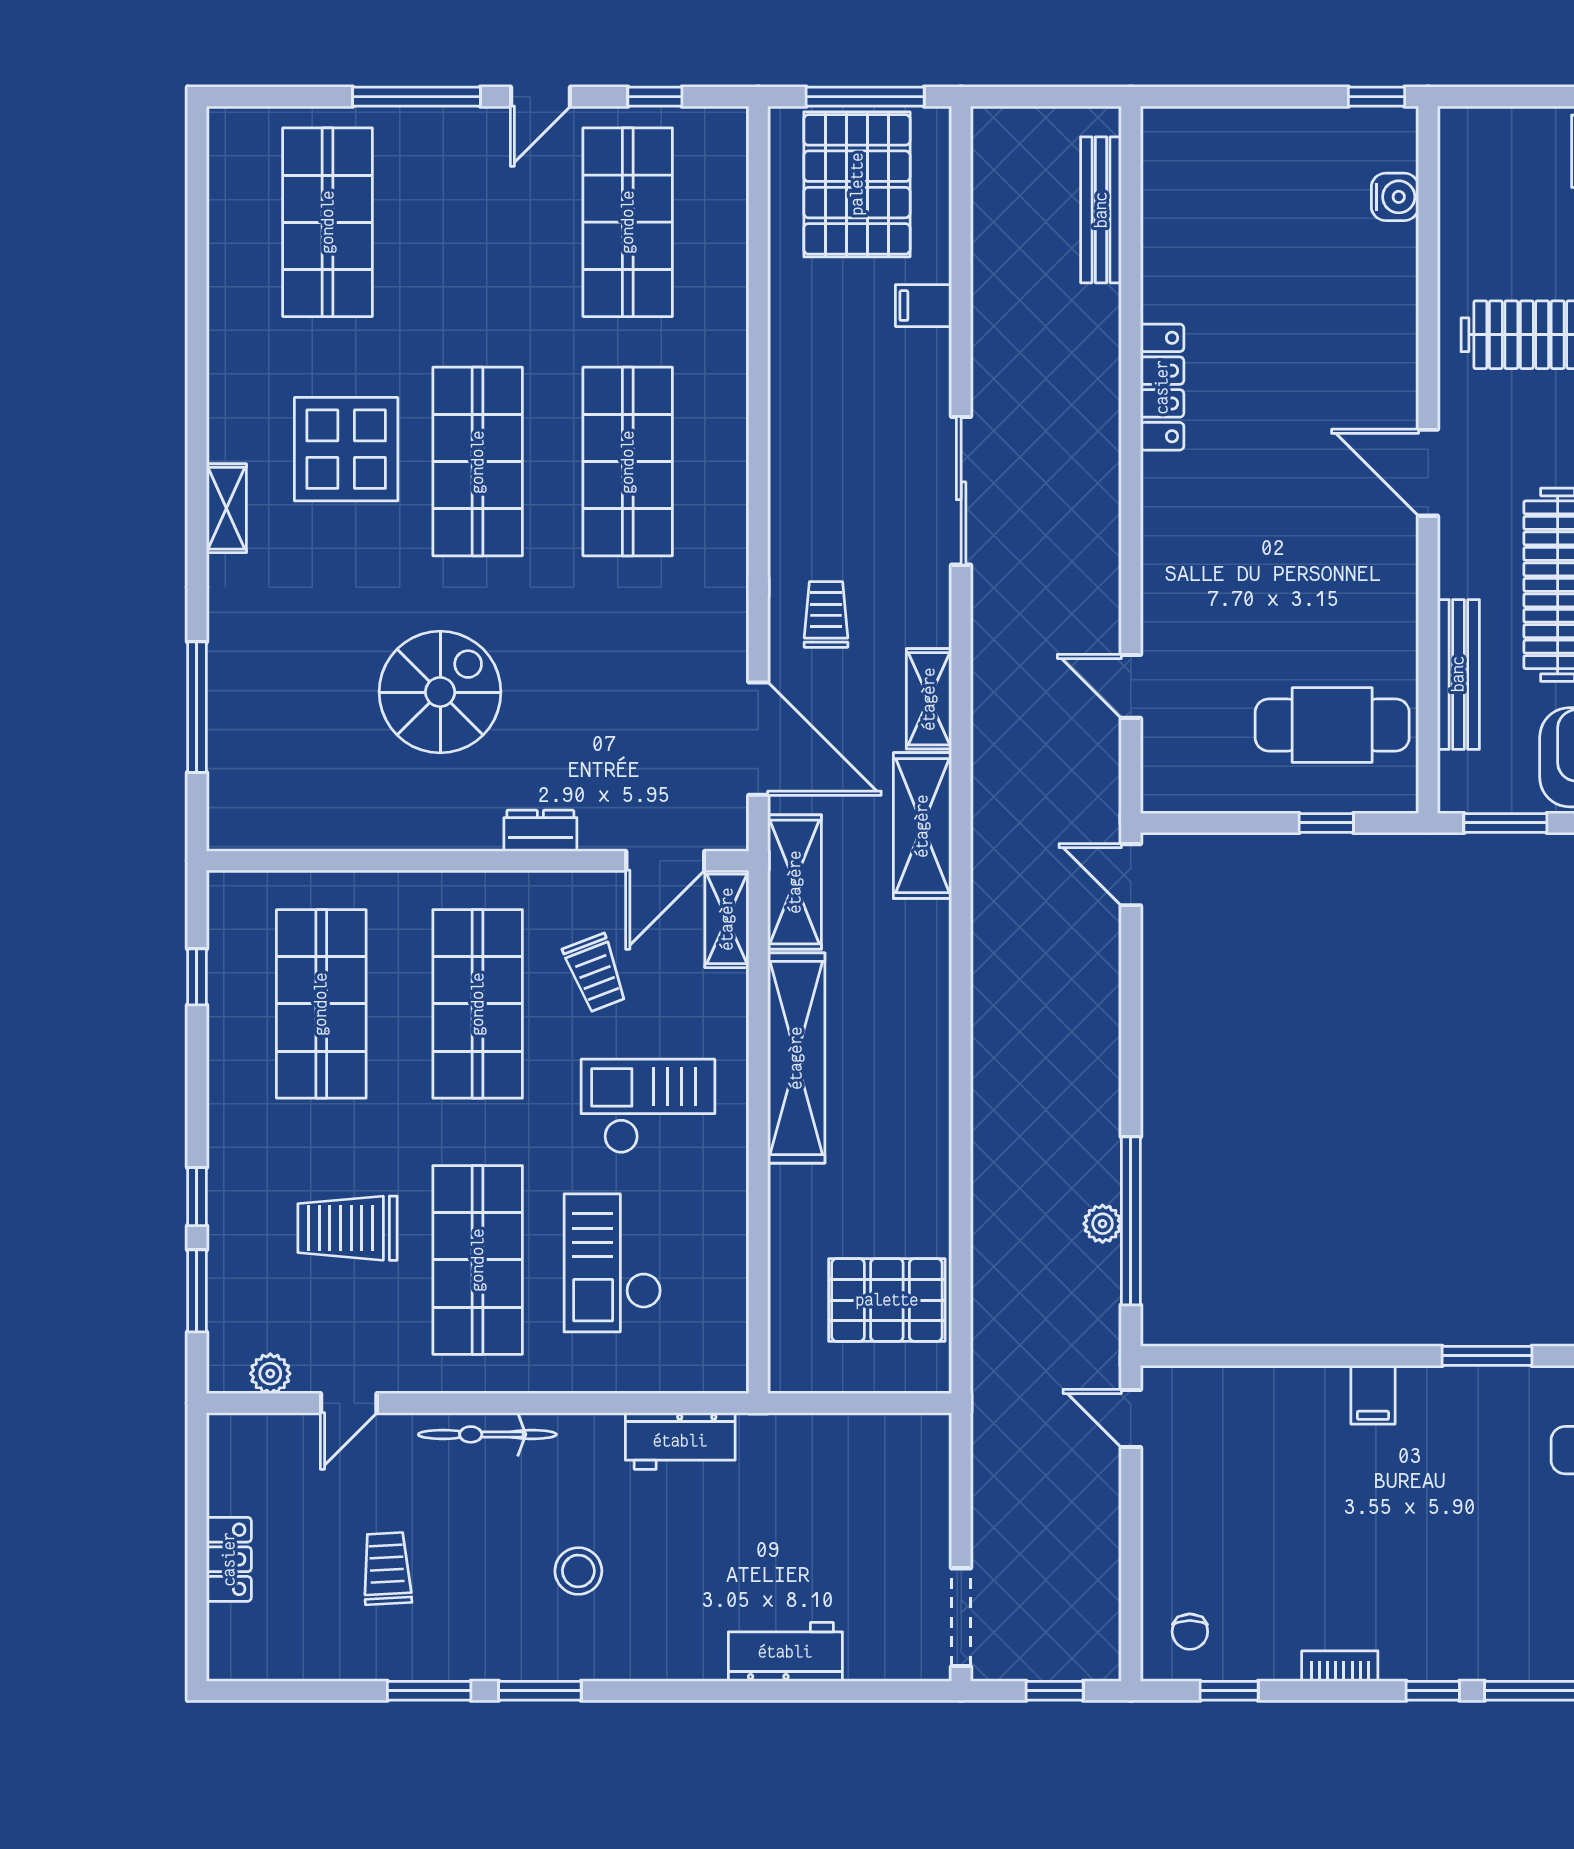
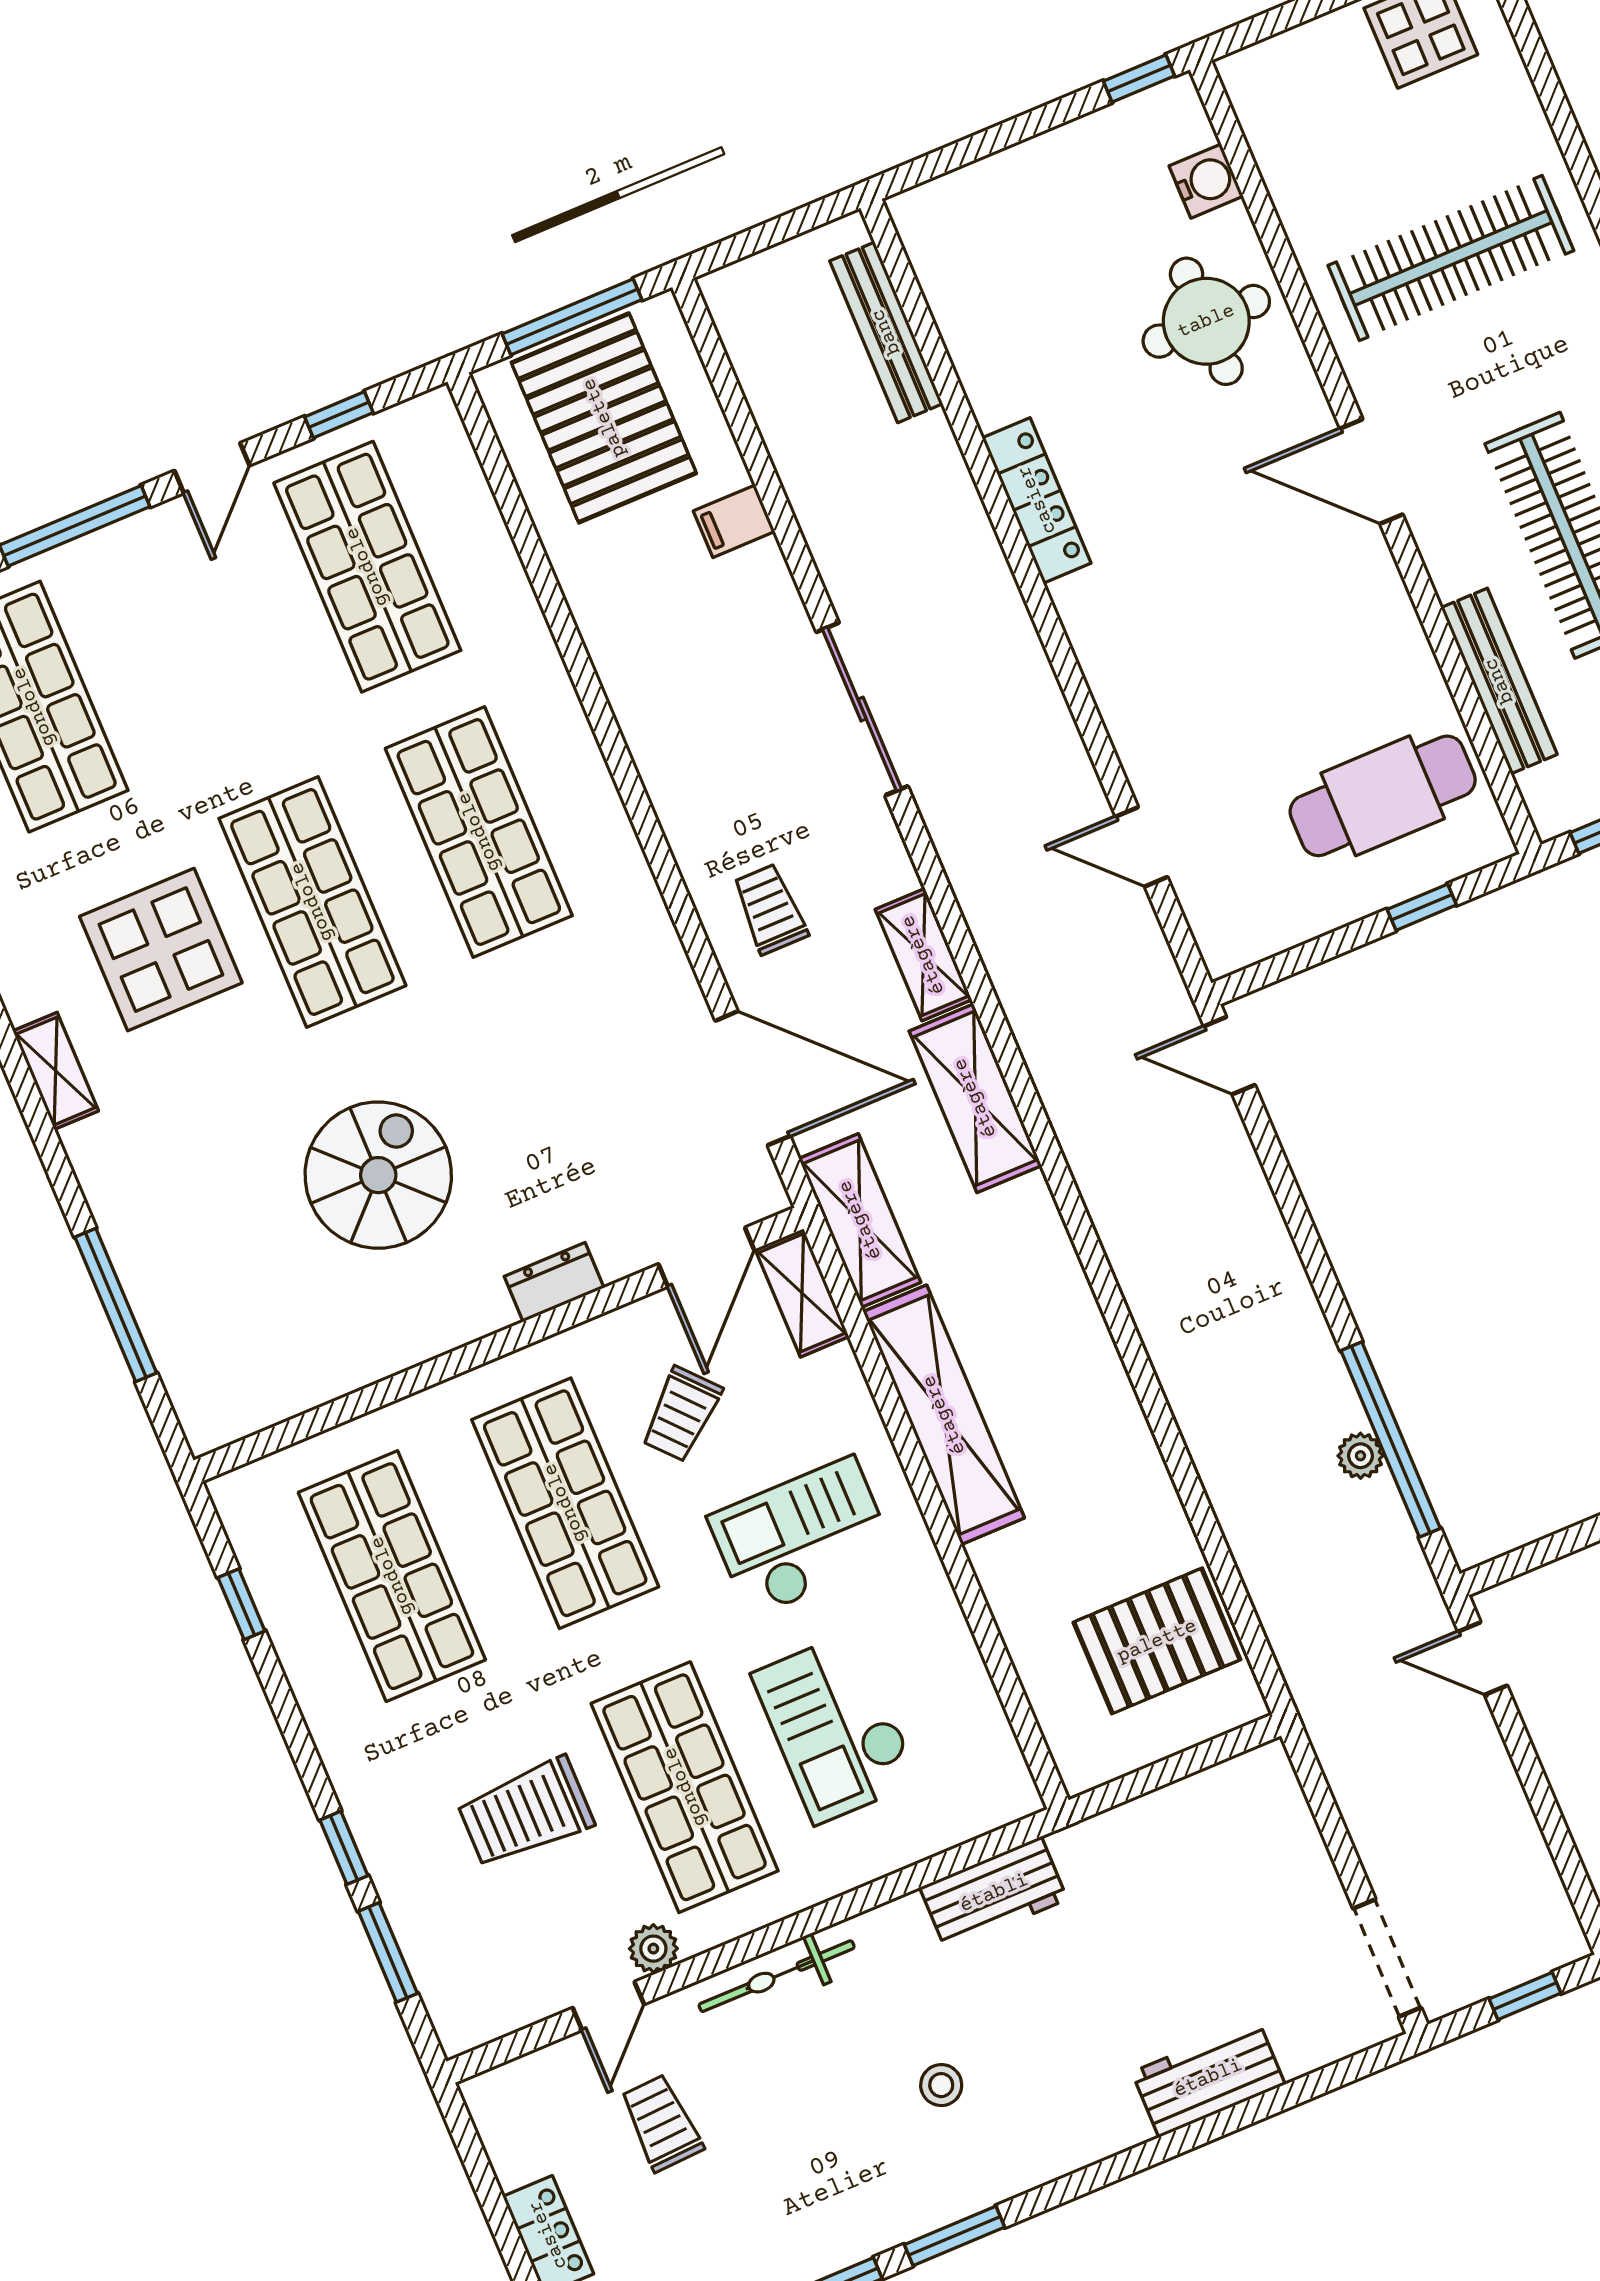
round table: (1350, 304) -> (1206, 321), added
trolley: (595, 973) -> (681, 1414), turned 69
plant: (270, 1374) -> (653, 1949), moved
trolley: (387, 1569) -> (661, 2123), moved
stool: (578, 1571) -> (941, 2085), width x0.73, depth x0.73

